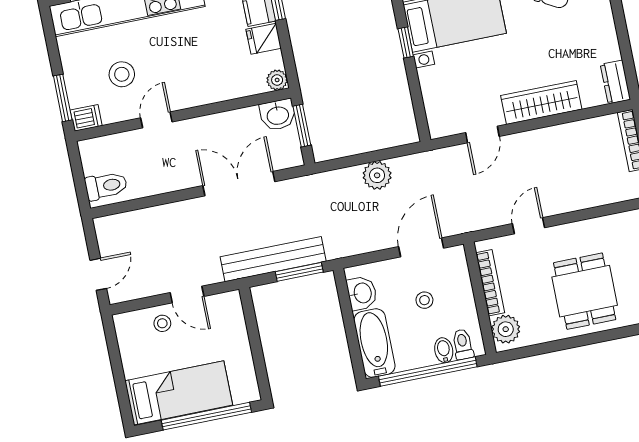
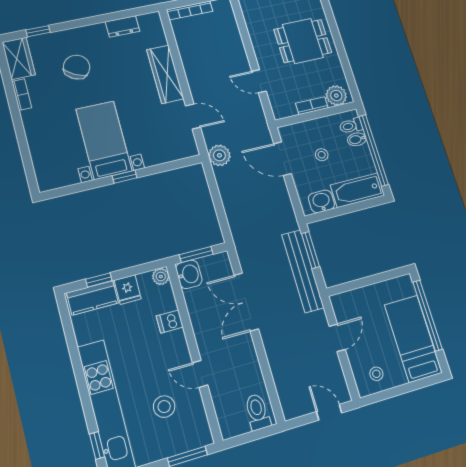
dresser: (615, 82) -> (123, 26), moved
dishwasher: (86, 118) -> (170, 322), moved, turned -90
plant: (377, 175) -> (219, 155), moved
bookcase: (490, 283) -> (312, 106), width x0.64
stool: (162, 323) -> (376, 374), moved

